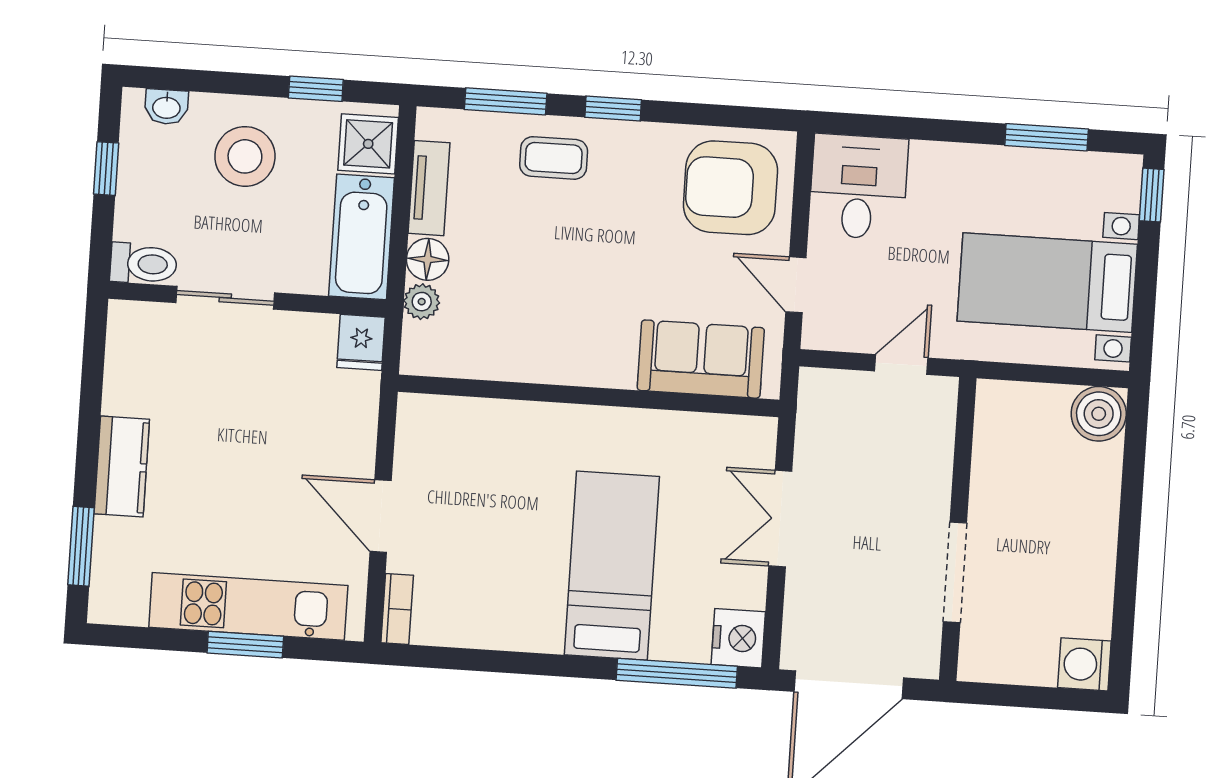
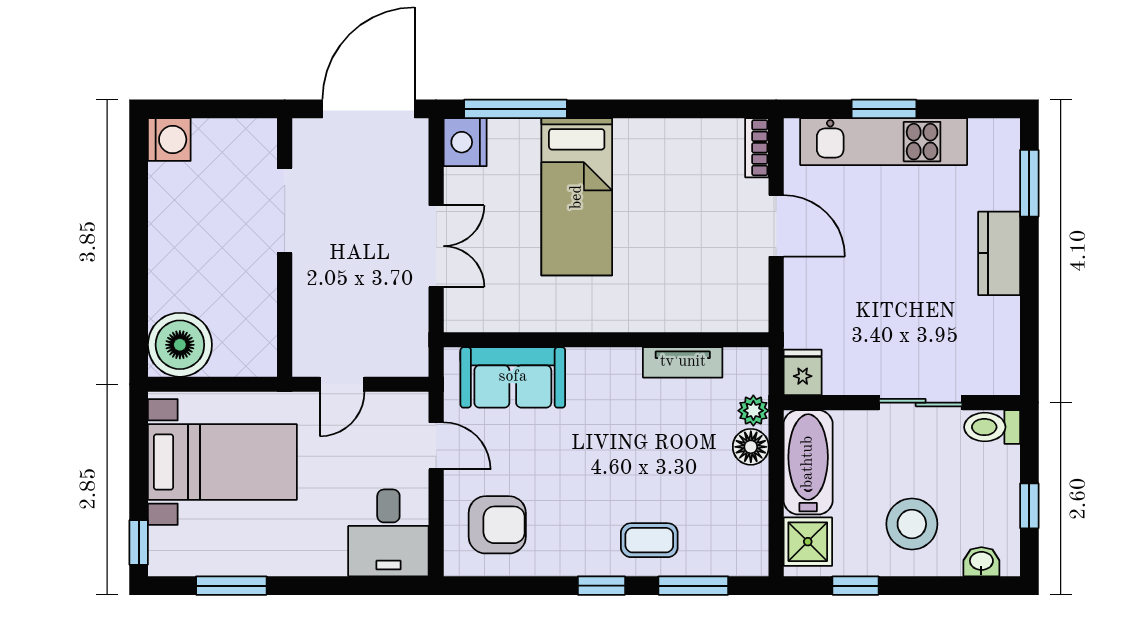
tv unit: (429, 188) -> (683, 362), moved, turned -90
armchair: (730, 188) -> (497, 525), width x0.73, depth x0.73
boiler: (1099, 414) -> (180, 345), width x1.37, depth x1.37

